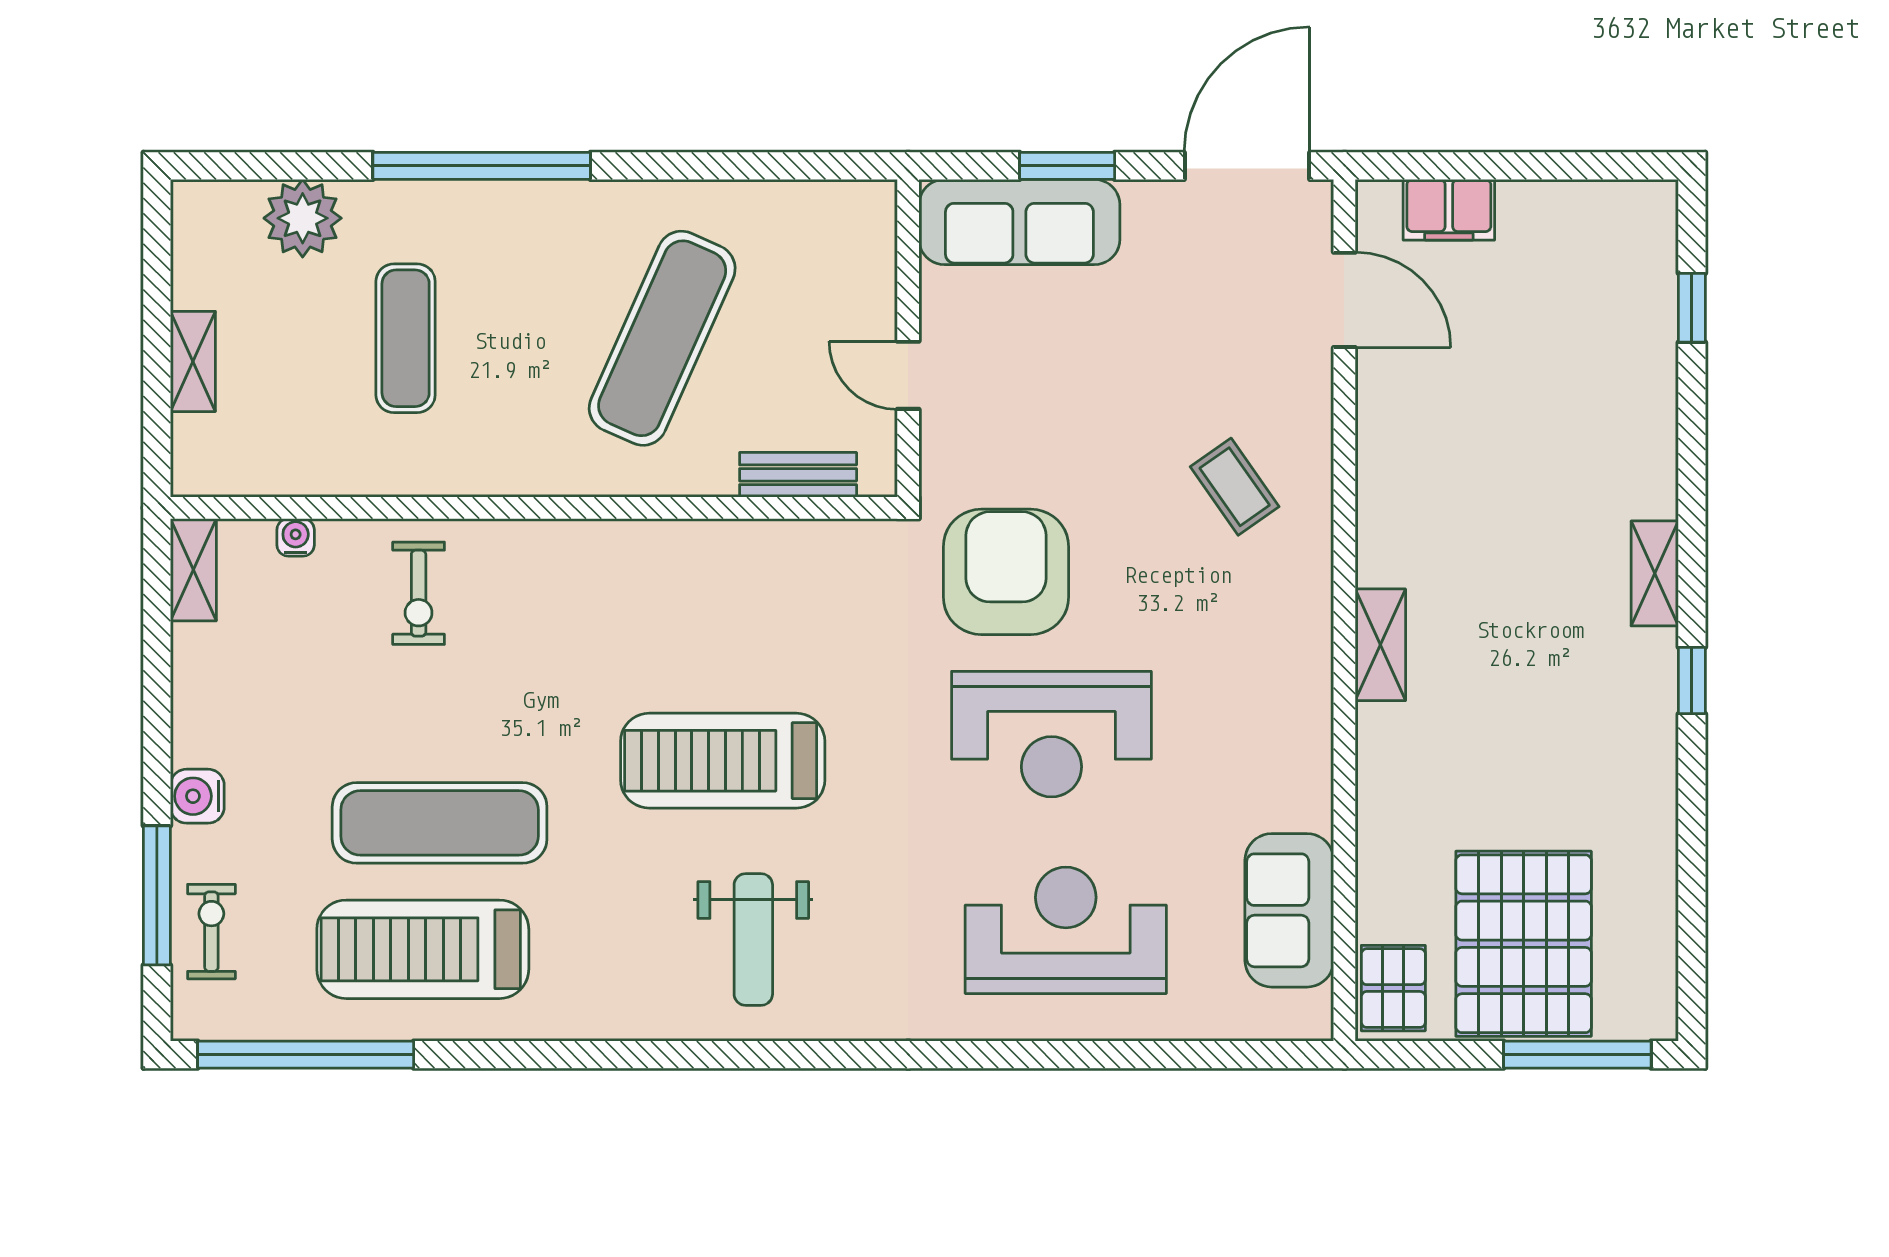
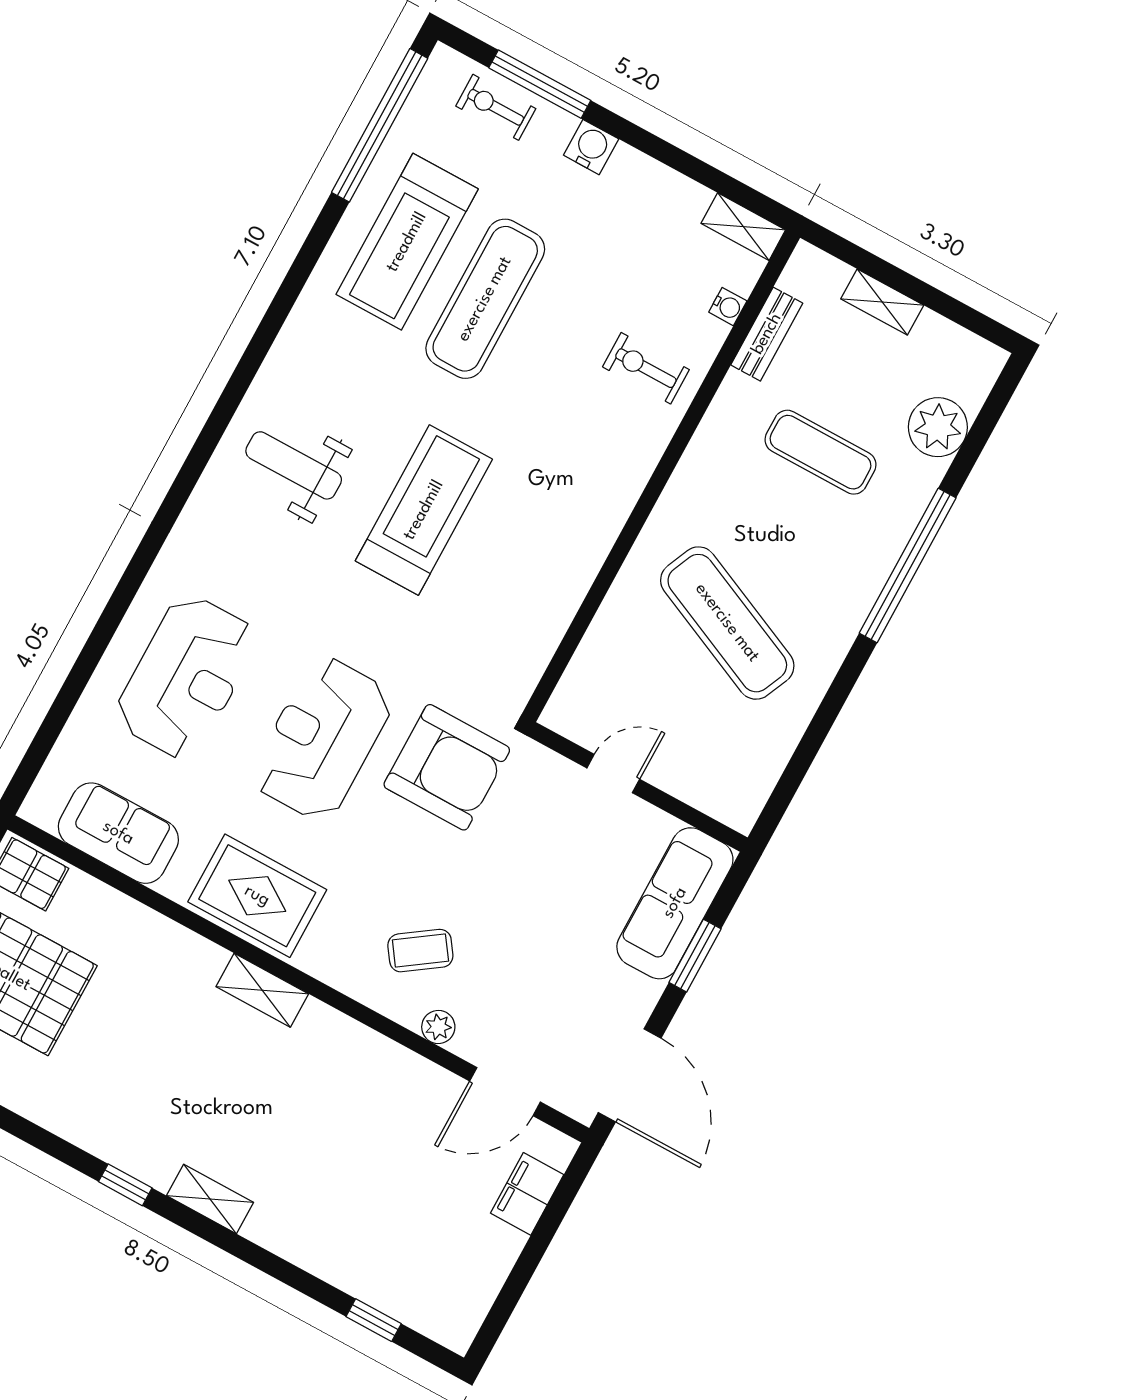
plant: (1312, 418) -> (438, 1027), added
bench: (798, 475) -> (767, 334), moved
rug: (1274, 710) -> (257, 896), added
exercise bike: (211, 932) -> (496, 107), turned 180
treadmill: (423, 949) -> (407, 242), turned 180

